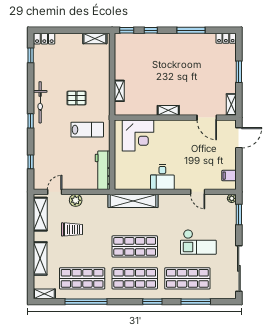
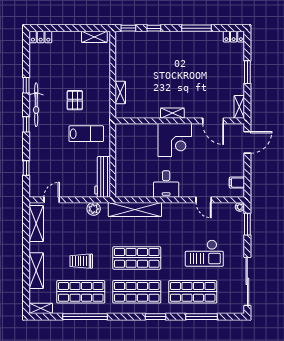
window: (31, 55) -> (26, 85), moved
pallet: (76, 98) -> (75, 100), turned 90
corner desk: (138, 135) -> (175, 140), moved
plant: (76, 200) -> (94, 209), moved
trolley: (72, 229) -> (81, 261), moved, turned 180

